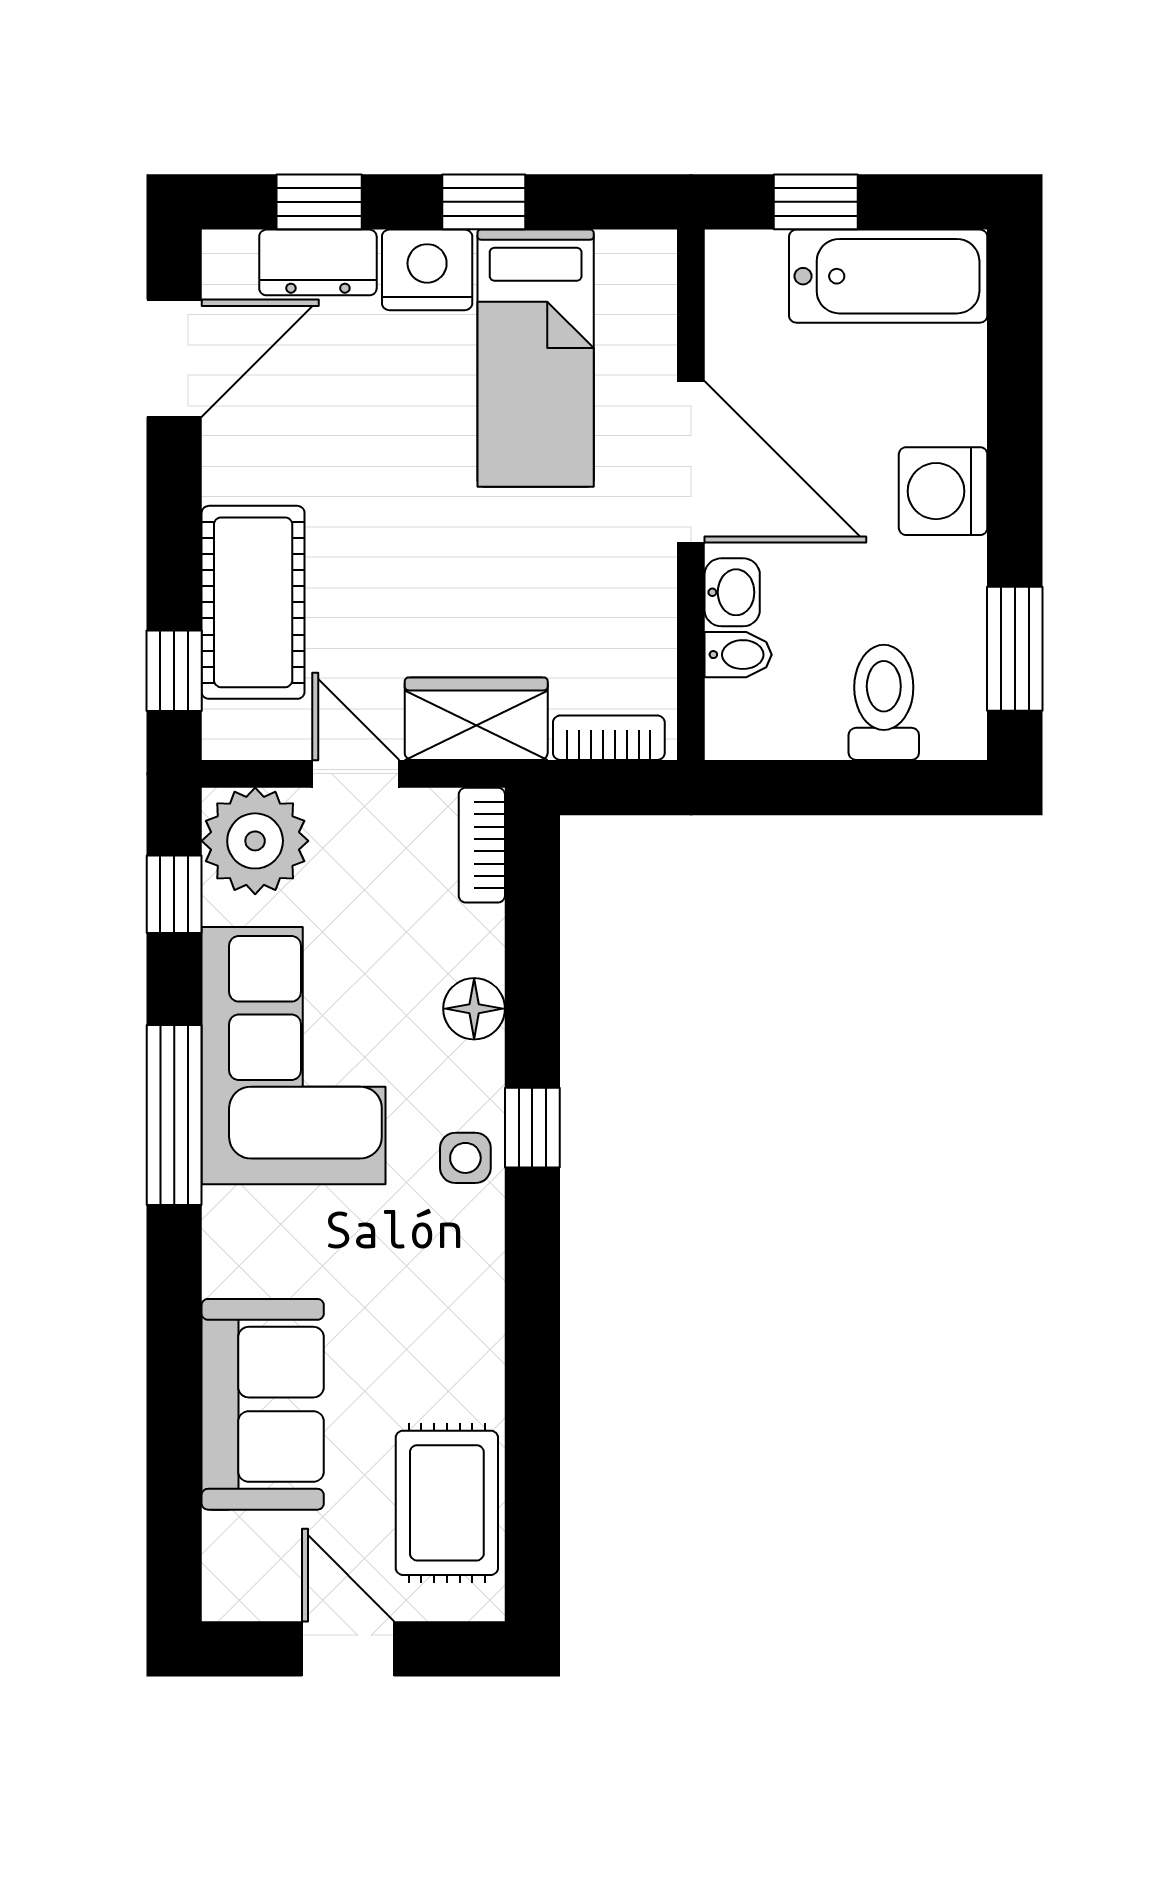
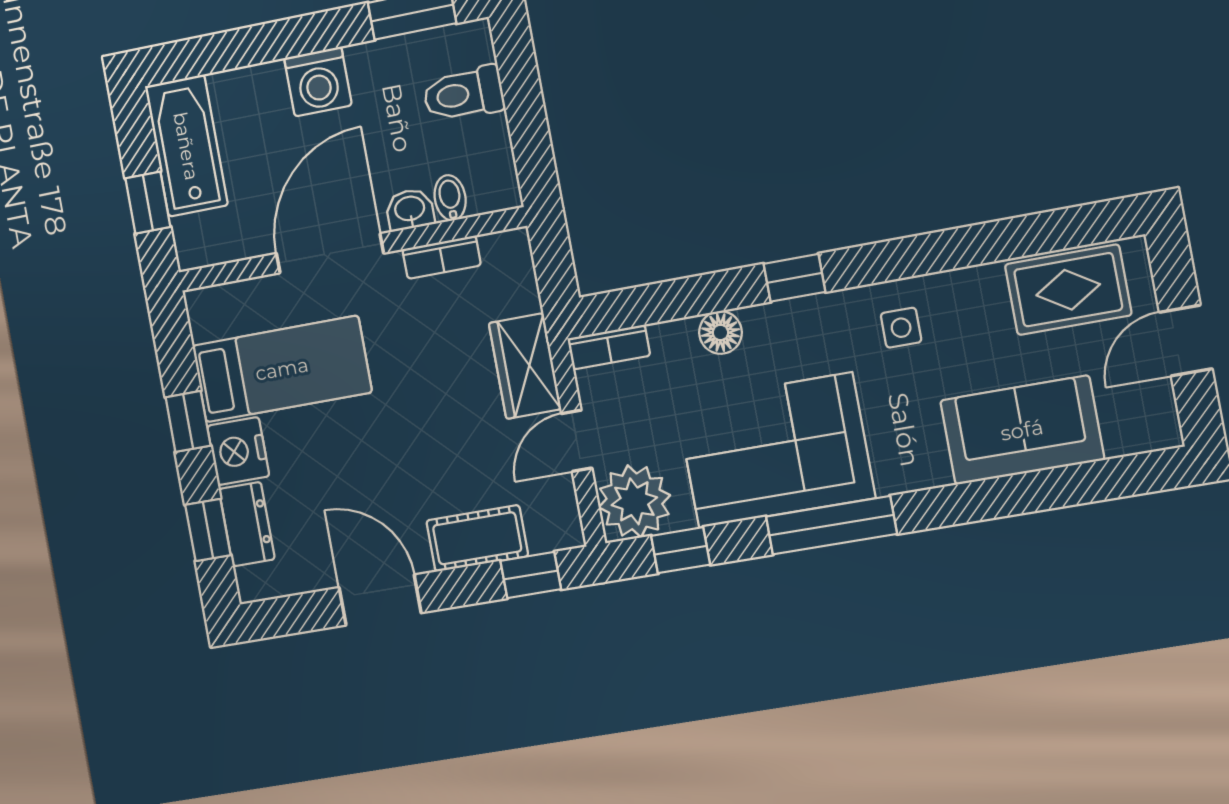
door: (174, 358) -> (380, 600), moved
cot: (253, 602) -> (477, 538), width x0.73, depth x0.75
bookcase: (609, 738) -> (442, 257), moved, turned -90
side table: (465, 1158) -> (901, 328), moved

